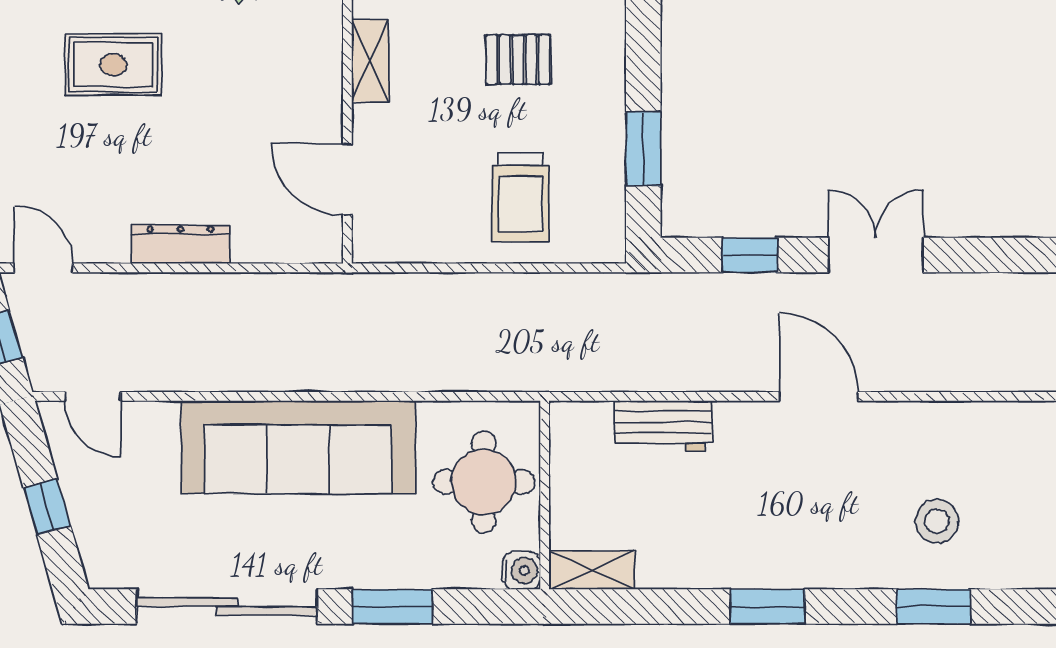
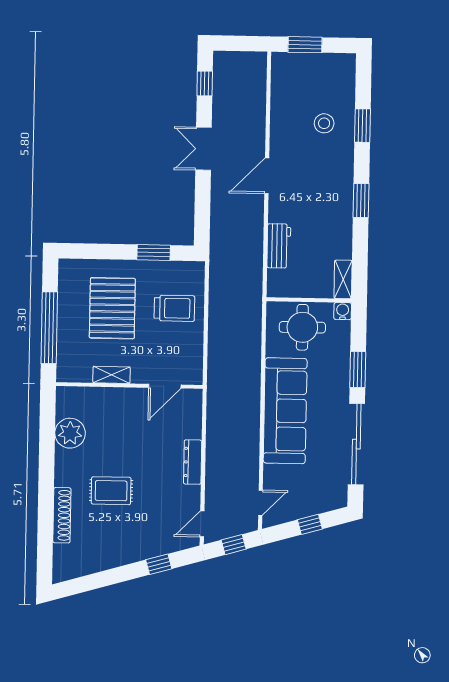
pallet: (518, 60) -> (112, 308), width x2.05, depth x2.00
rug: (113, 65) -> (111, 491), turned 90
window: (750, 255) -> (205, 83), moved

